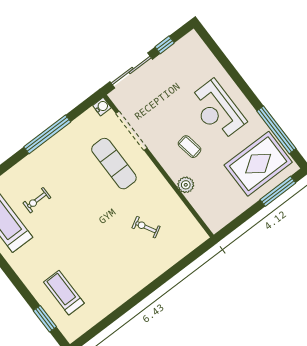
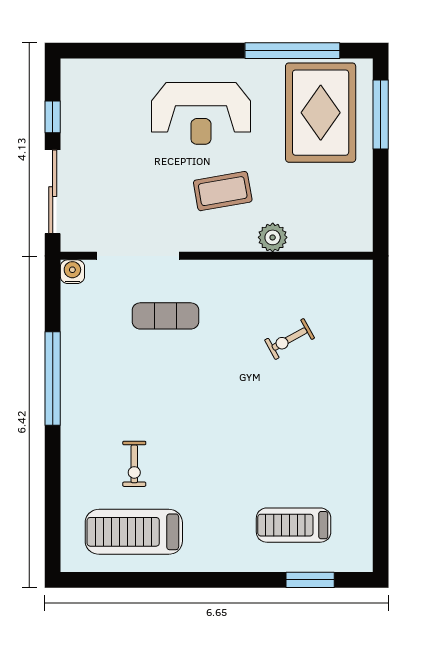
coffee table: (190, 147) -> (223, 191), width x1.36, depth x1.30
exercise mat: (114, 164) -> (165, 316), width x0.73, depth x0.69

